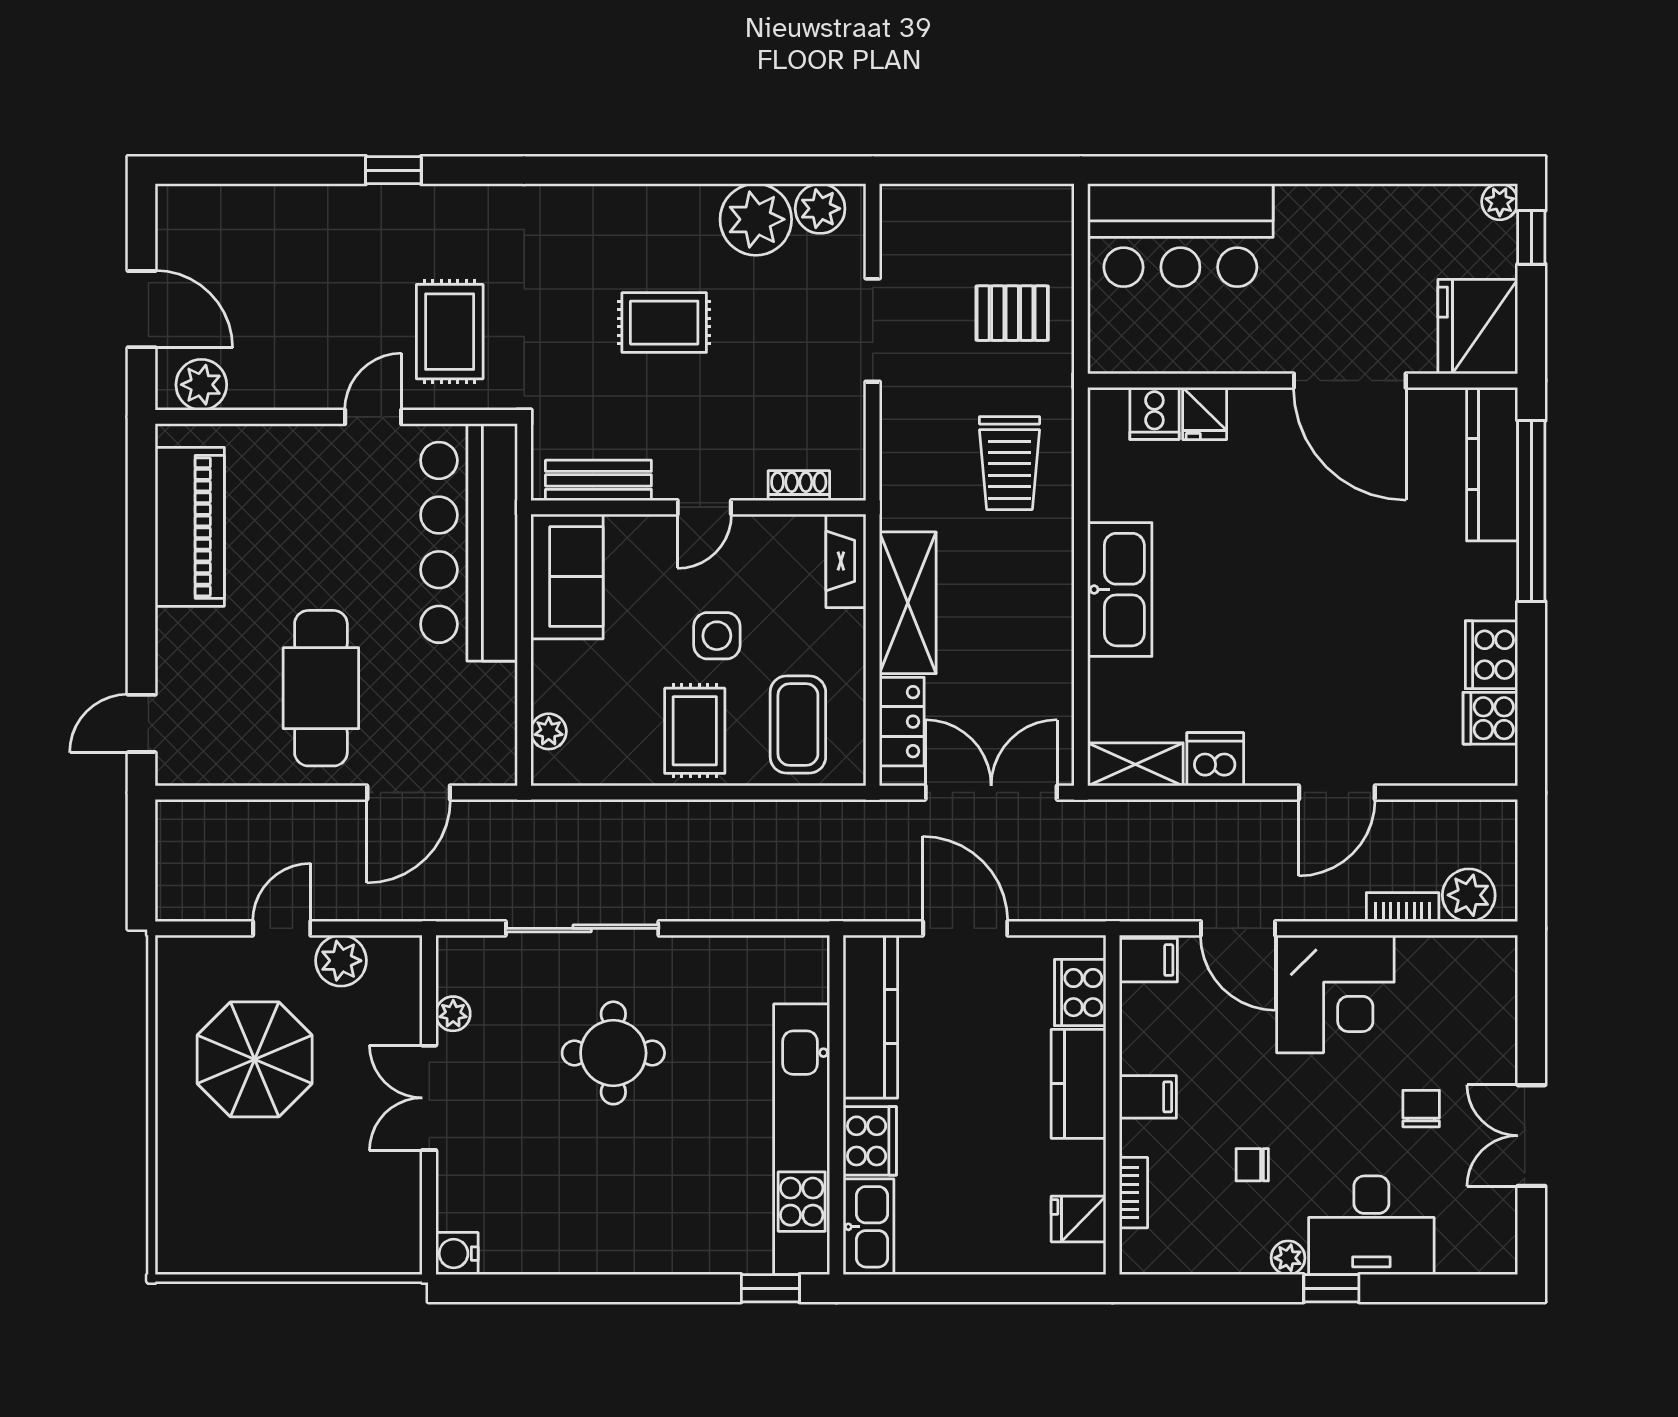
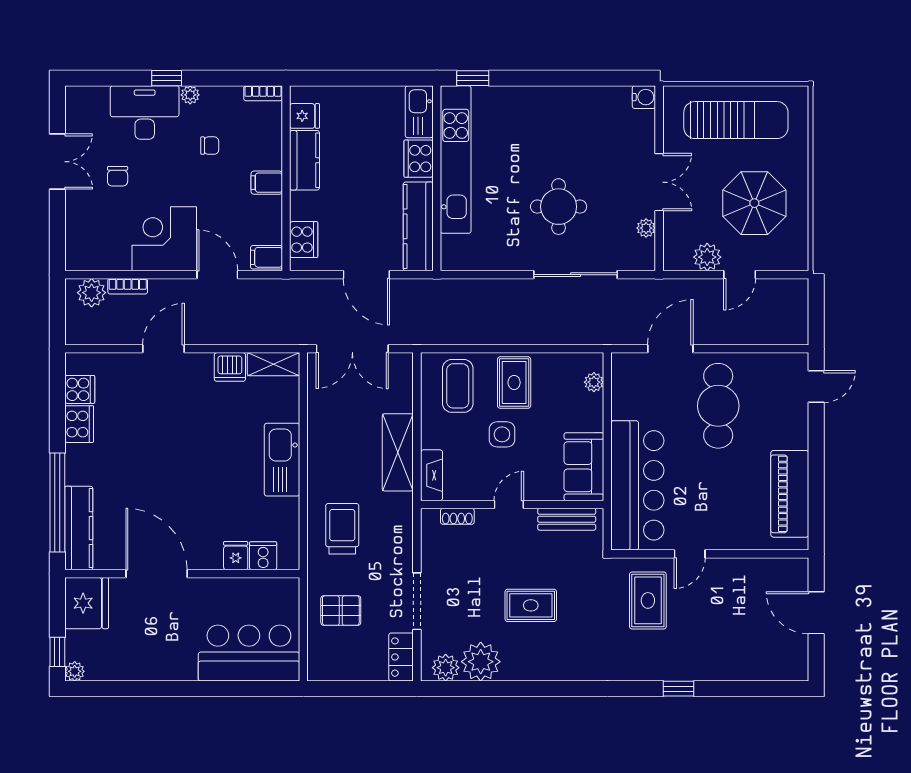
plant: (201, 385) -> (783, 571), removed
locker: (902, 722) -> (401, 657), moved
kitchen counter: (1079, 1084) -> (305, 160), moved
bookcase: (1133, 1193) -> (263, 93), moved, turned -90
sun lounger: (288, 1212) -> (736, 120), added

